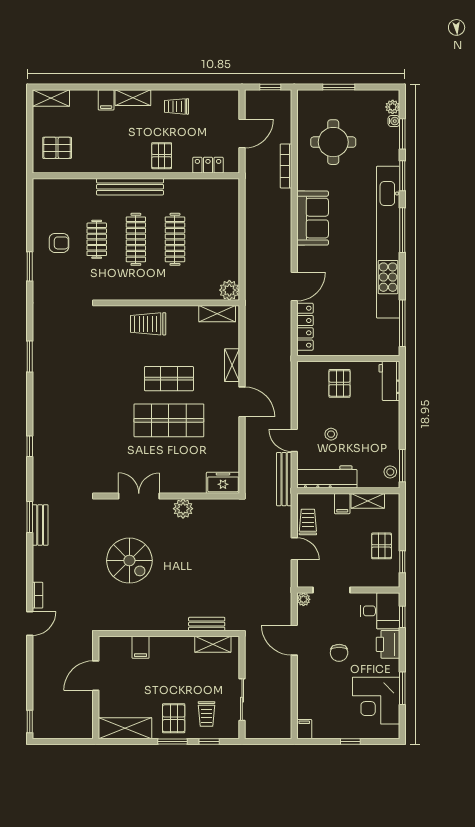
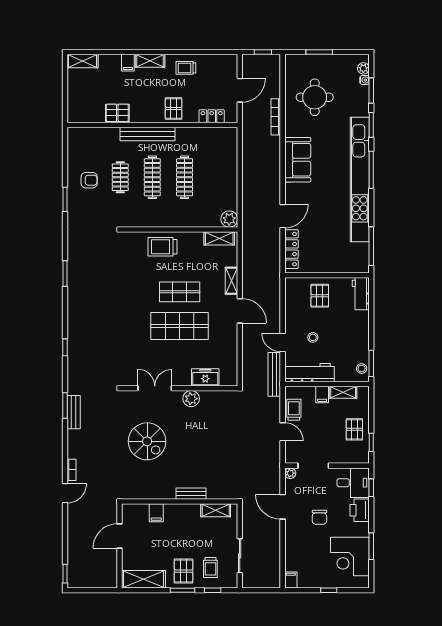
pallet: (57, 148) -> (117, 113), moved
freezer: (223, 483) -> (205, 377), moved
bench: (207, 624) -> (191, 494), moved

